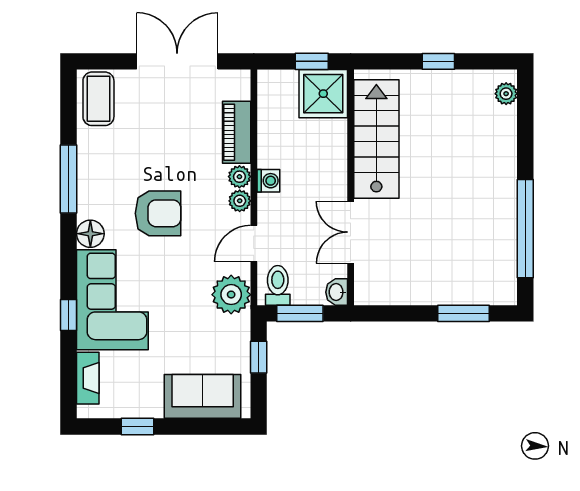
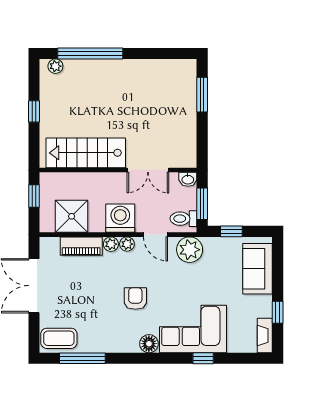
shower: (323, 94) -> (72, 216), moved
window: (69, 179) -> (82, 358), moved
washing machine: (268, 181) -> (120, 218), width x1.89, depth x1.89
armchair: (158, 213) -> (135, 299), width x0.72, depth x0.72
window: (525, 229) -> (90, 53), moved
fireplace: (88, 378) -> (265, 335), moved, turned -90

